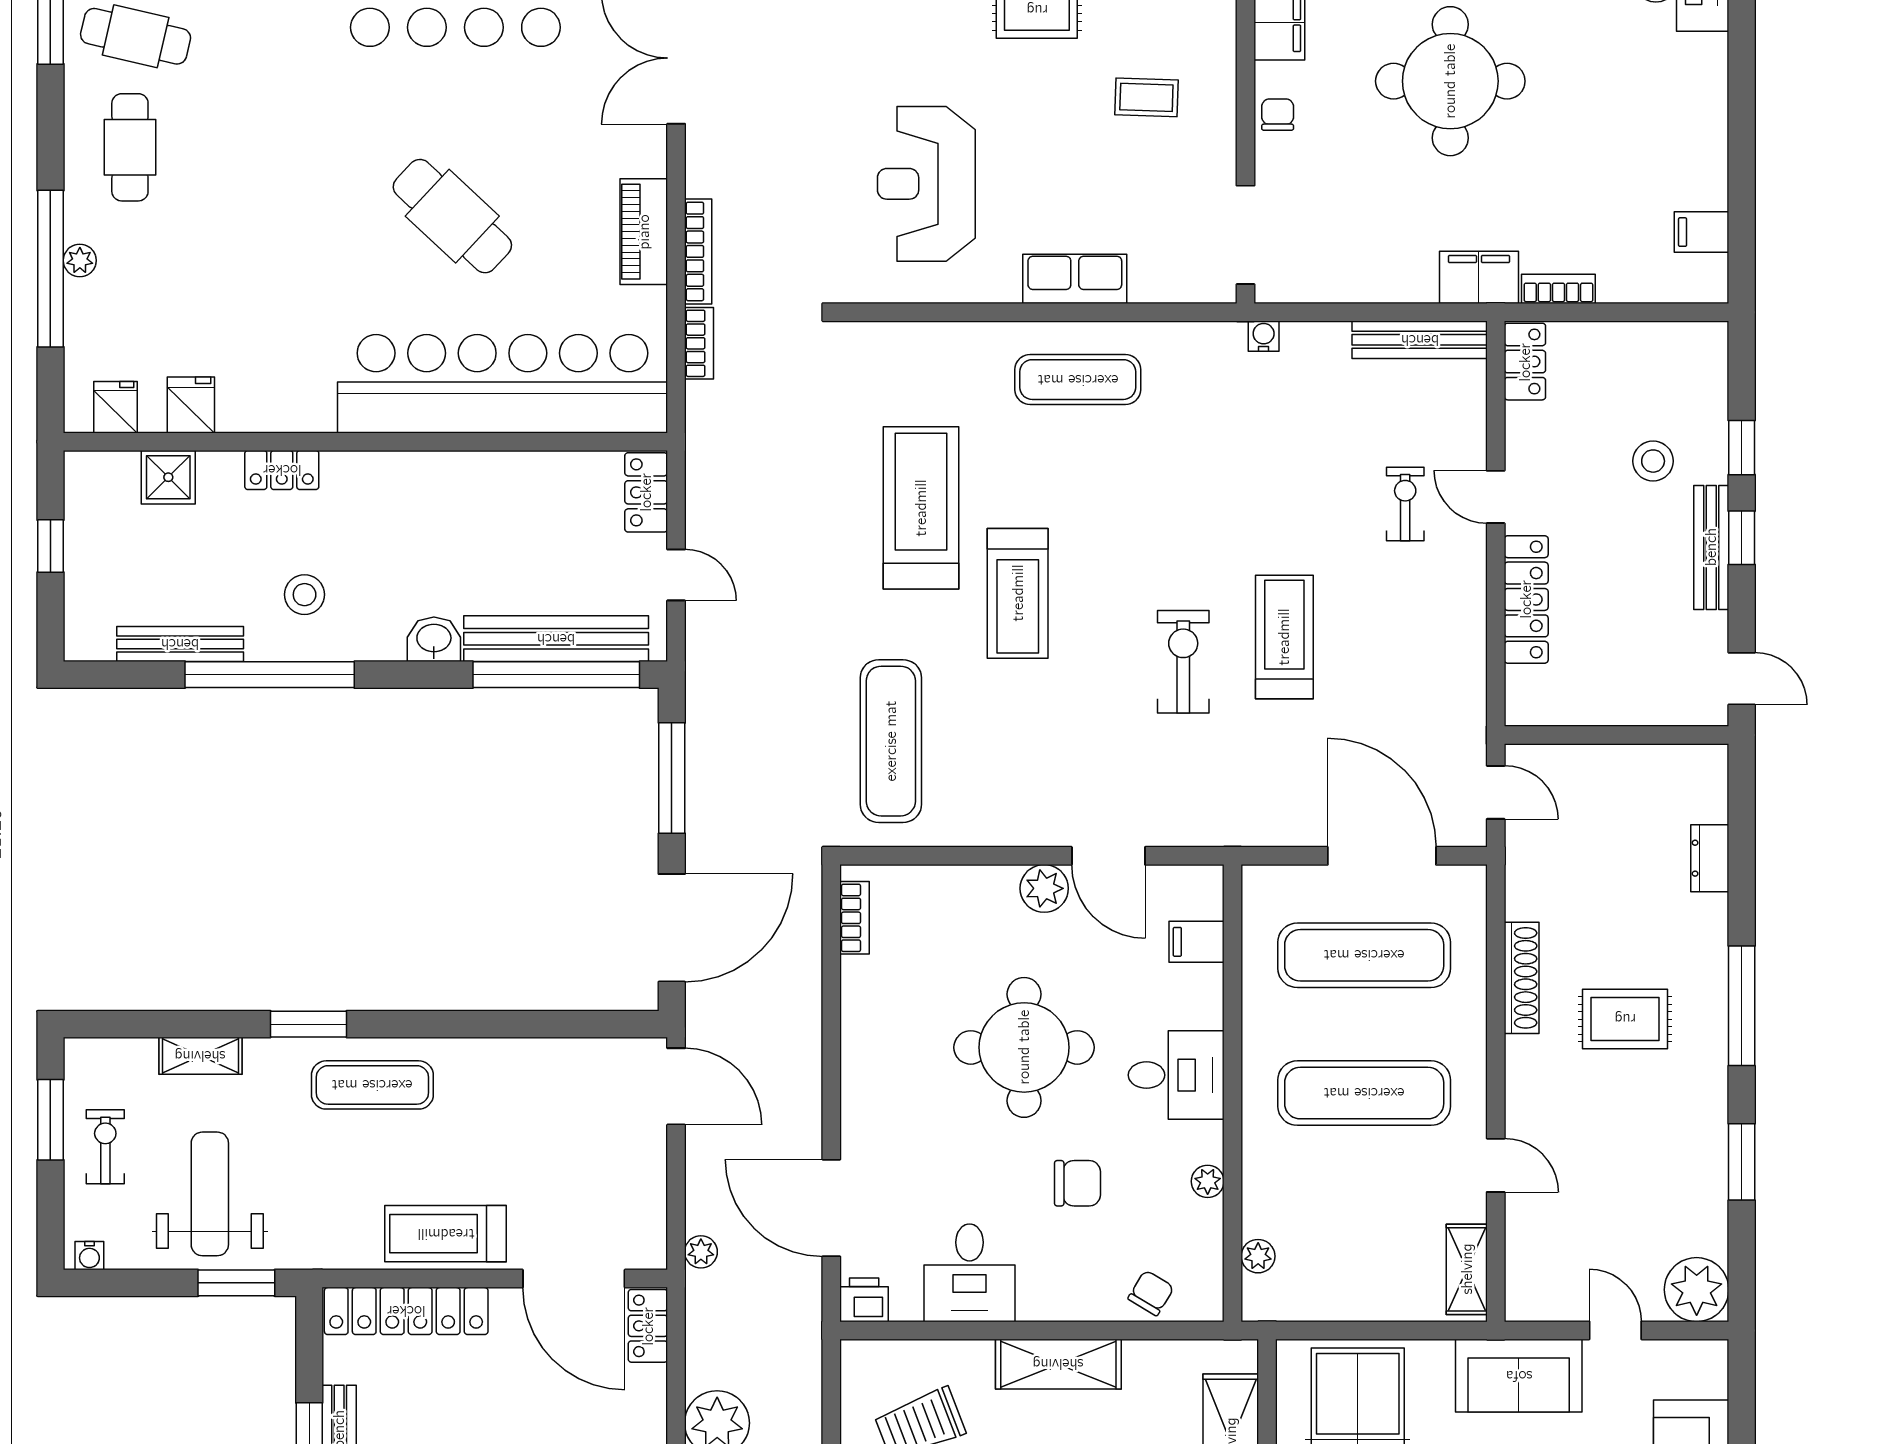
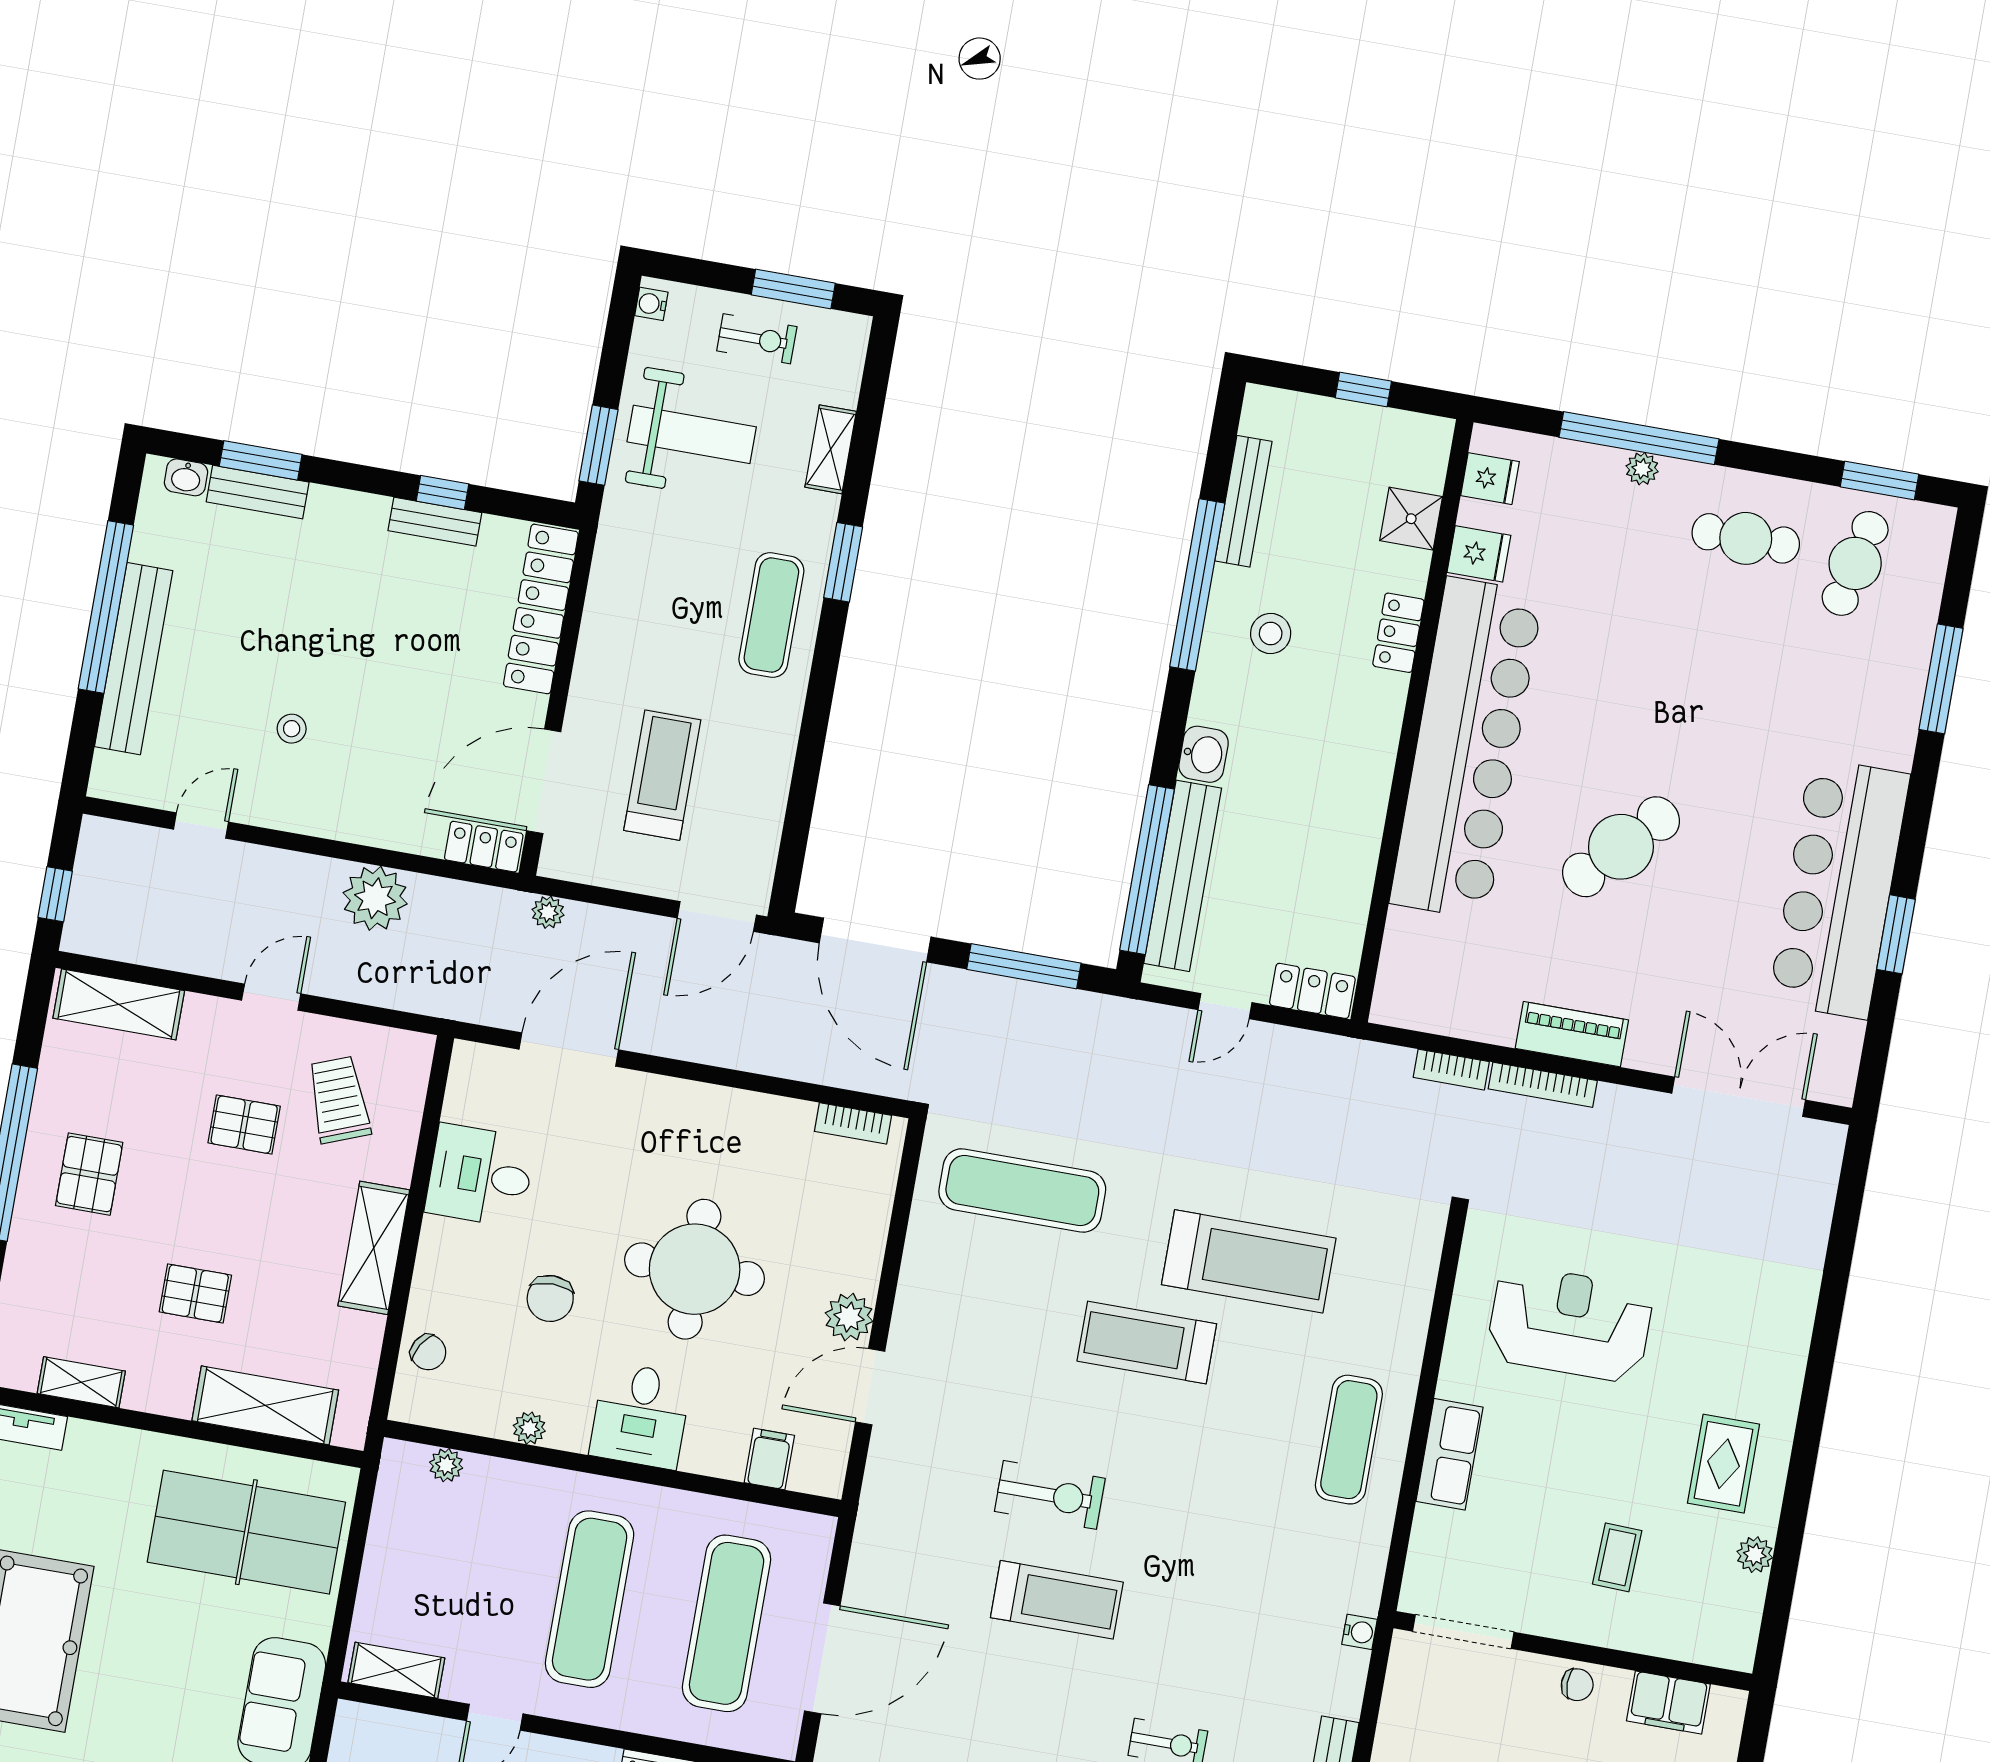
bar counter: (502, 384) -> (1466, 748), moved
treadmill: (446, 1234) -> (662, 775), moved
printer: (864, 1300) -> (472, 1066), removed

